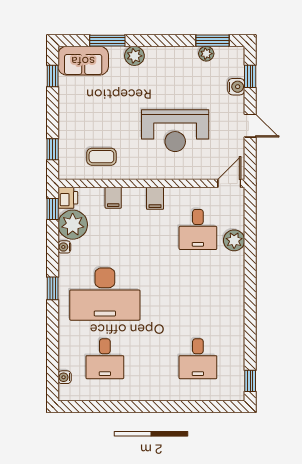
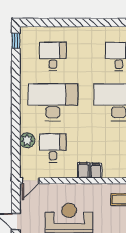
filing cabinet: (113, 198) -> (96, 171), moved
desk: (198, 294) -> (53, 102), added

